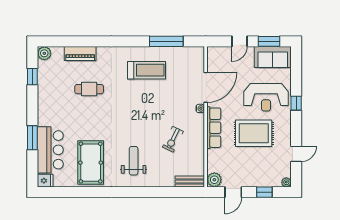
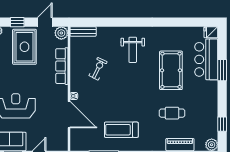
door: (206, 87) -> (69, 115), swing flipped
row of seats: (214, 128) -> (62, 66), moved
rug: (254, 133) -> (24, 47), moved, turned 90
pool table: (91, 163) -> (171, 70), moved

